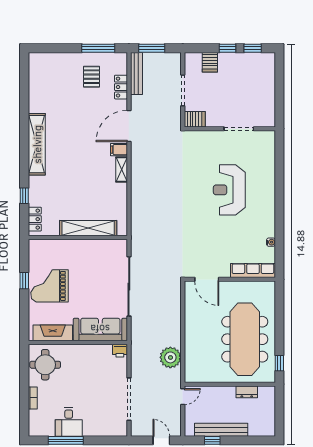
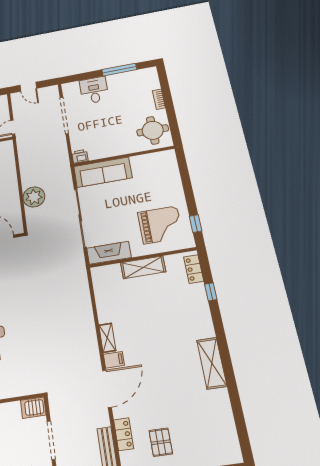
shelving: (37, 144) -> (212, 363), width x0.68
shelving: (88, 228) -> (143, 267), width x0.68
window: (24, 281) -> (196, 224), moved
grand piano: (49, 286) -> (160, 225), moved
fireplace: (53, 333) -> (109, 253), moved, turned 180
plant: (170, 357) -> (34, 197), moved
desk: (69, 422) -> (94, 90), moved

